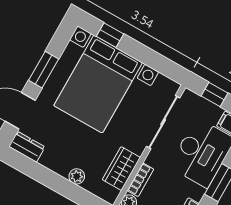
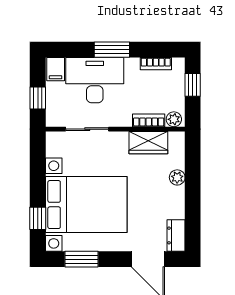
window: (44, 70) -> (82, 259), moved
sliding door: (163, 122) -> (87, 129), width x0.73

